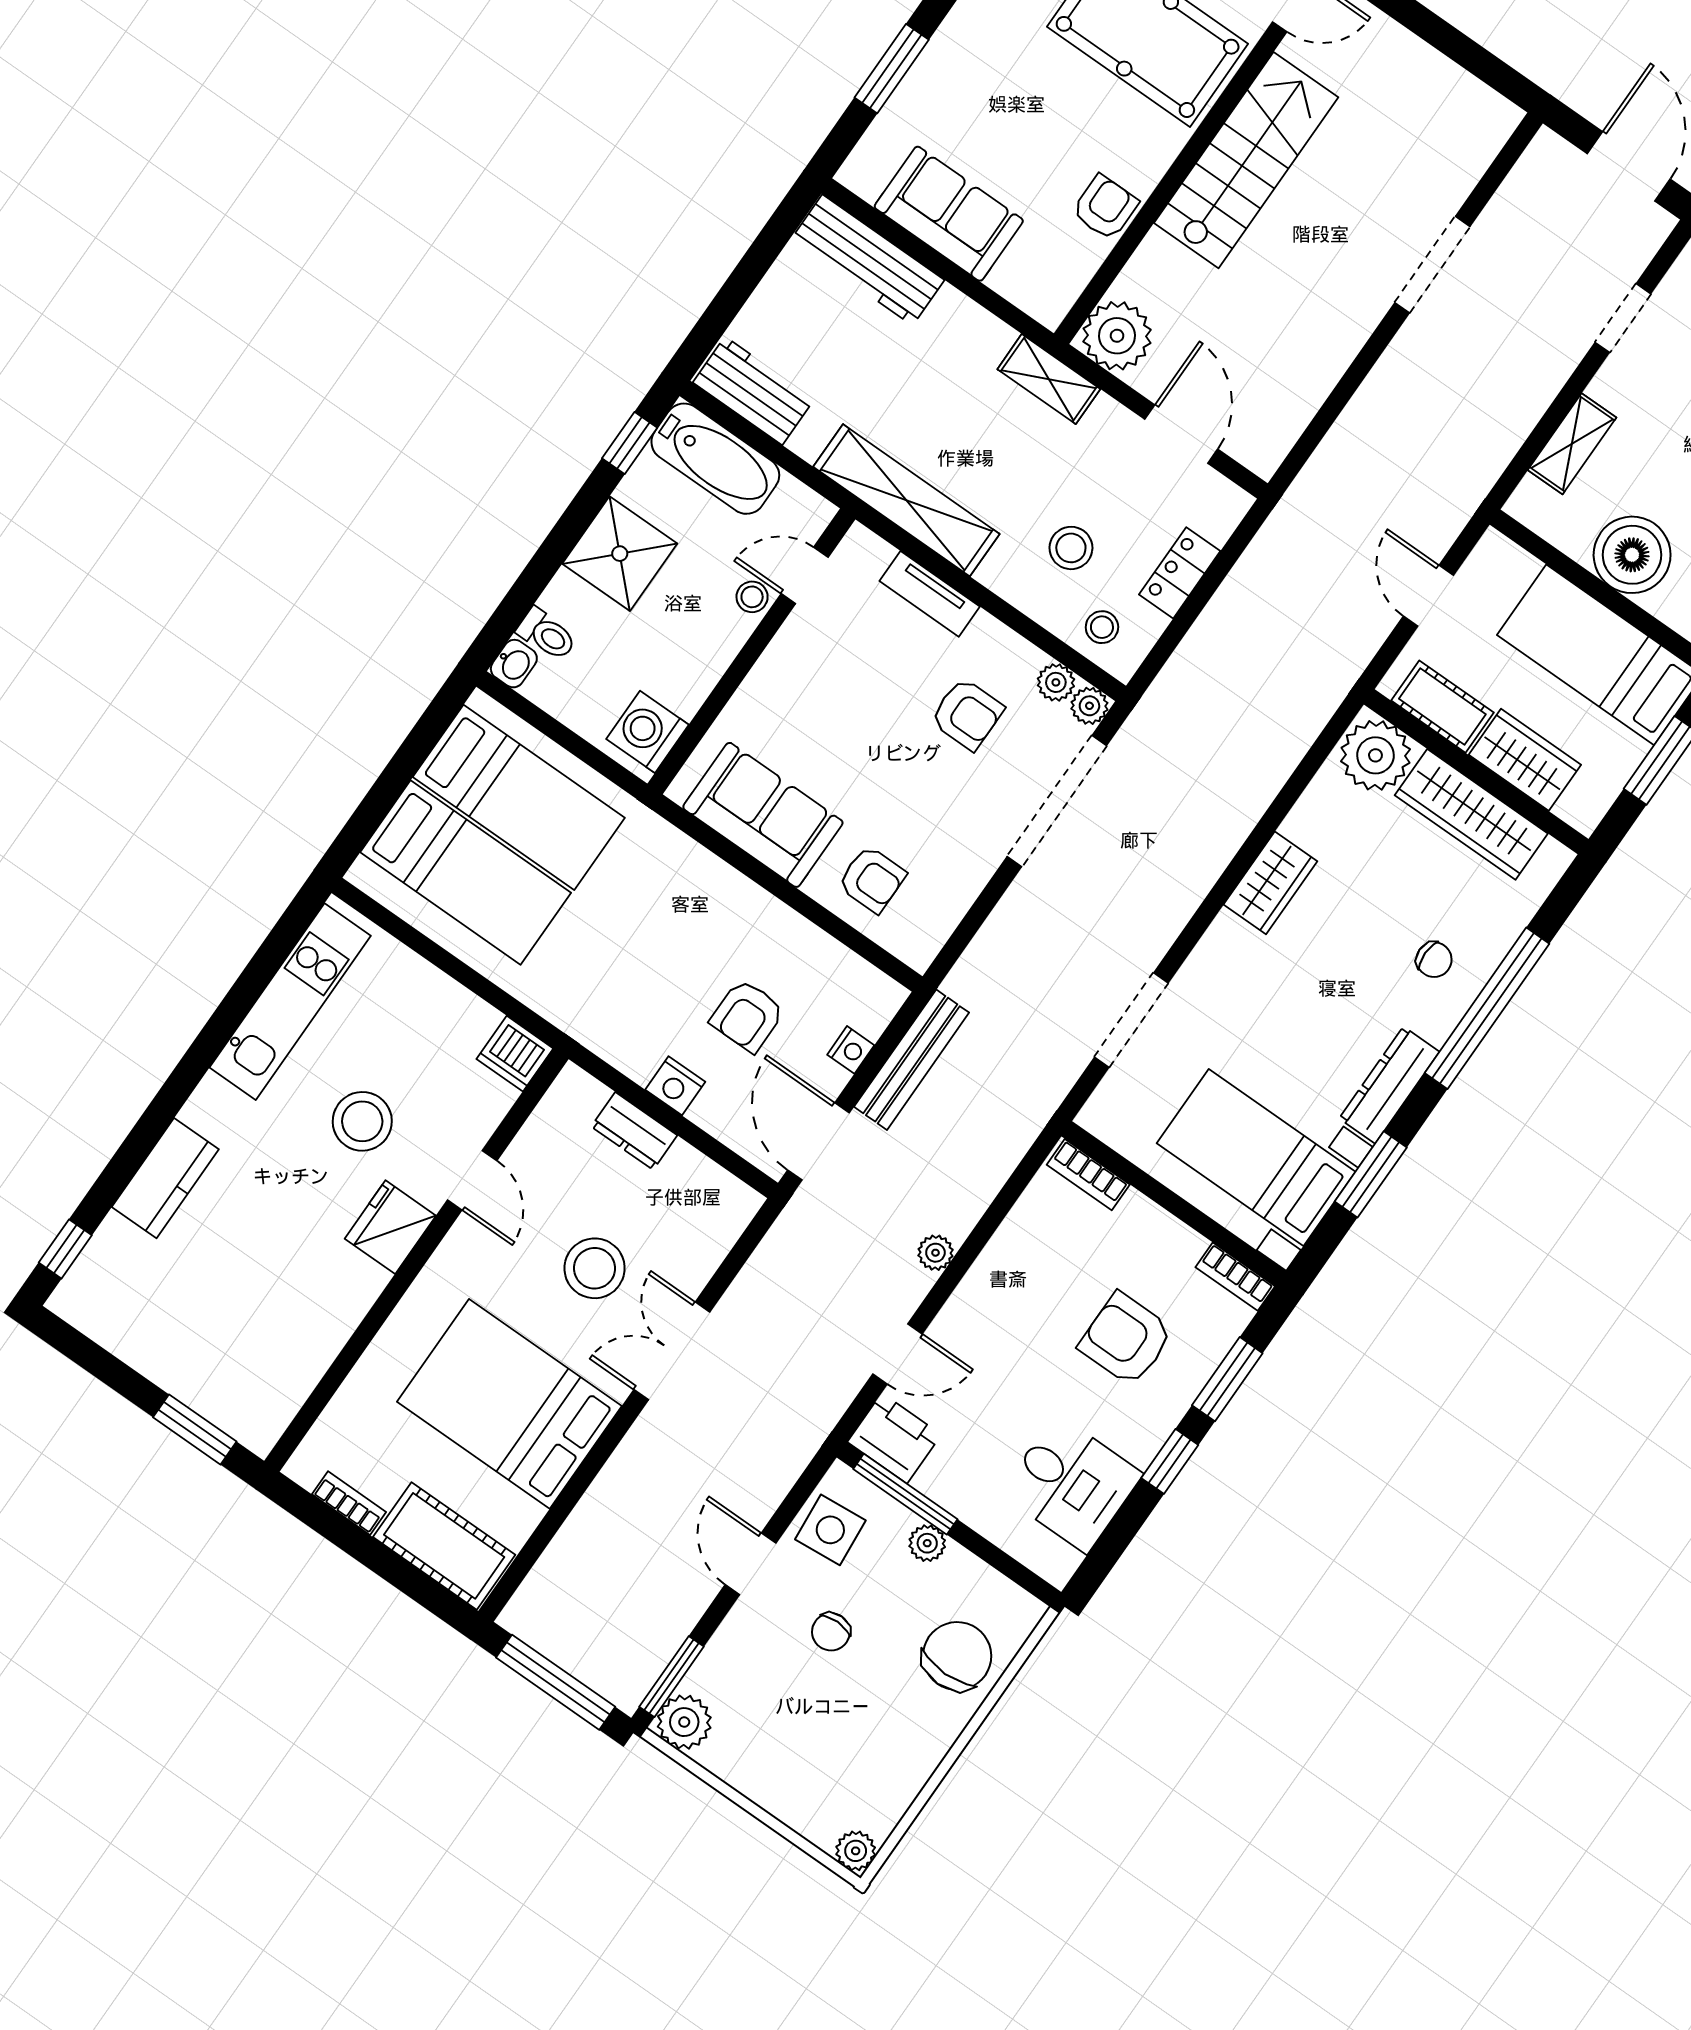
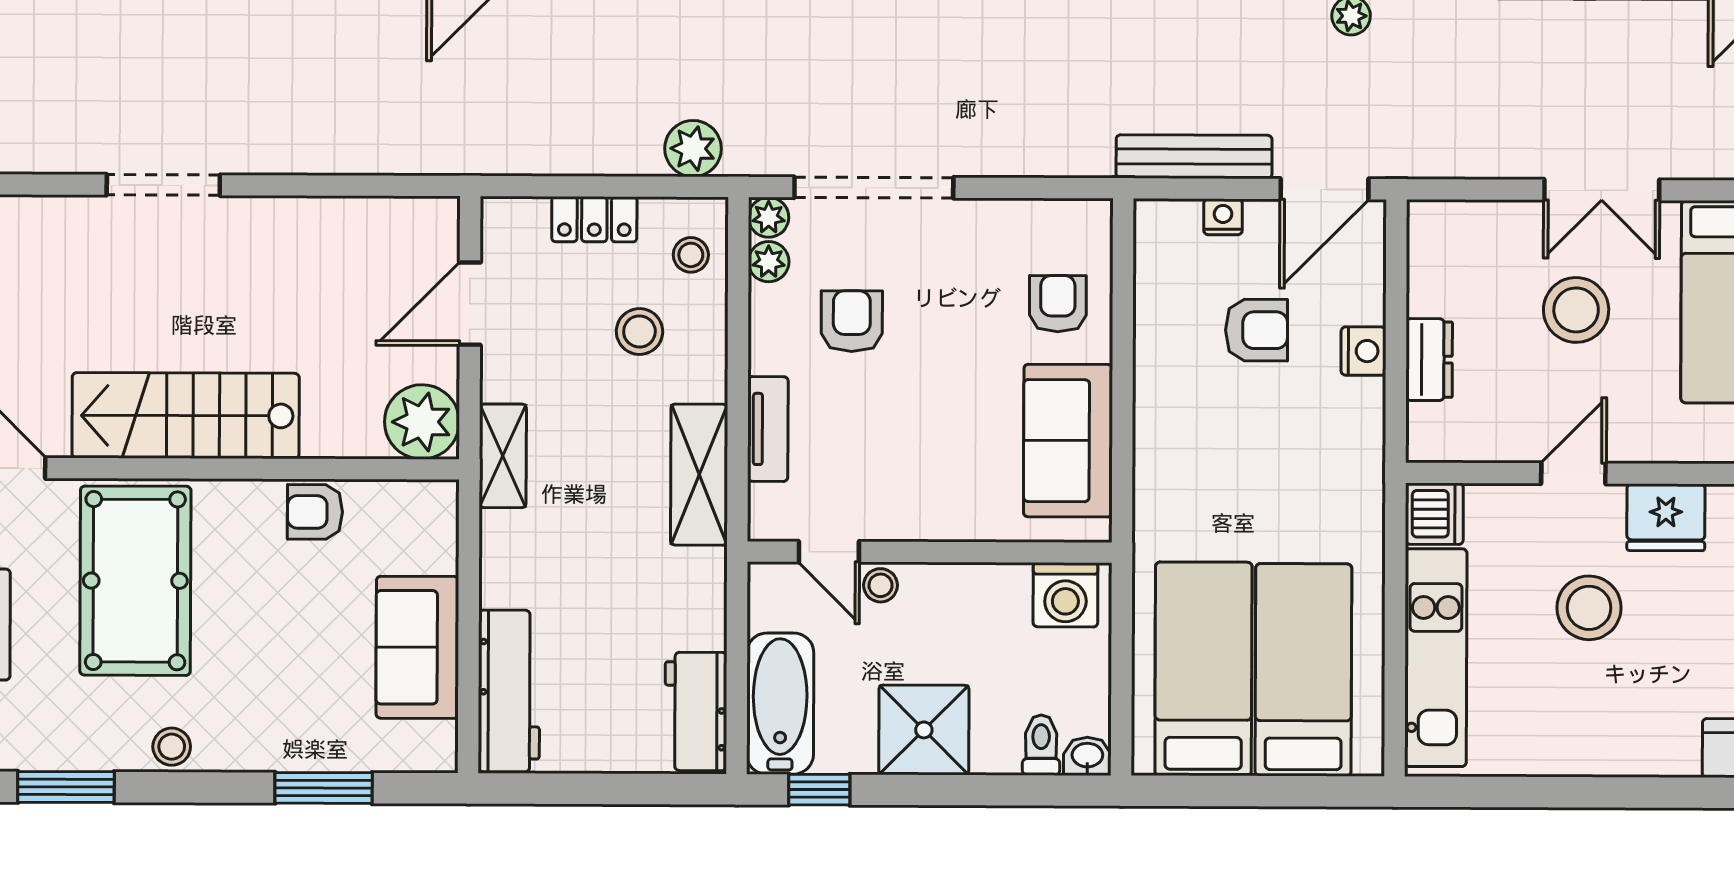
shelving: (906, 500) -> (699, 475), width x0.68
plant: (1181, 685) -> (693, 149), added
kitchen unit: (290, 1002) -> (1436, 658), moved, turned 90

